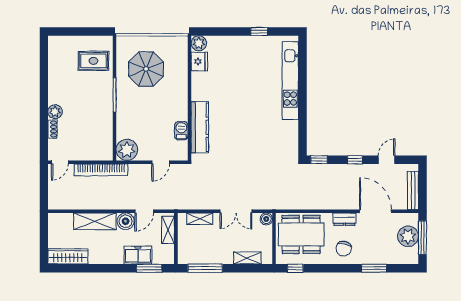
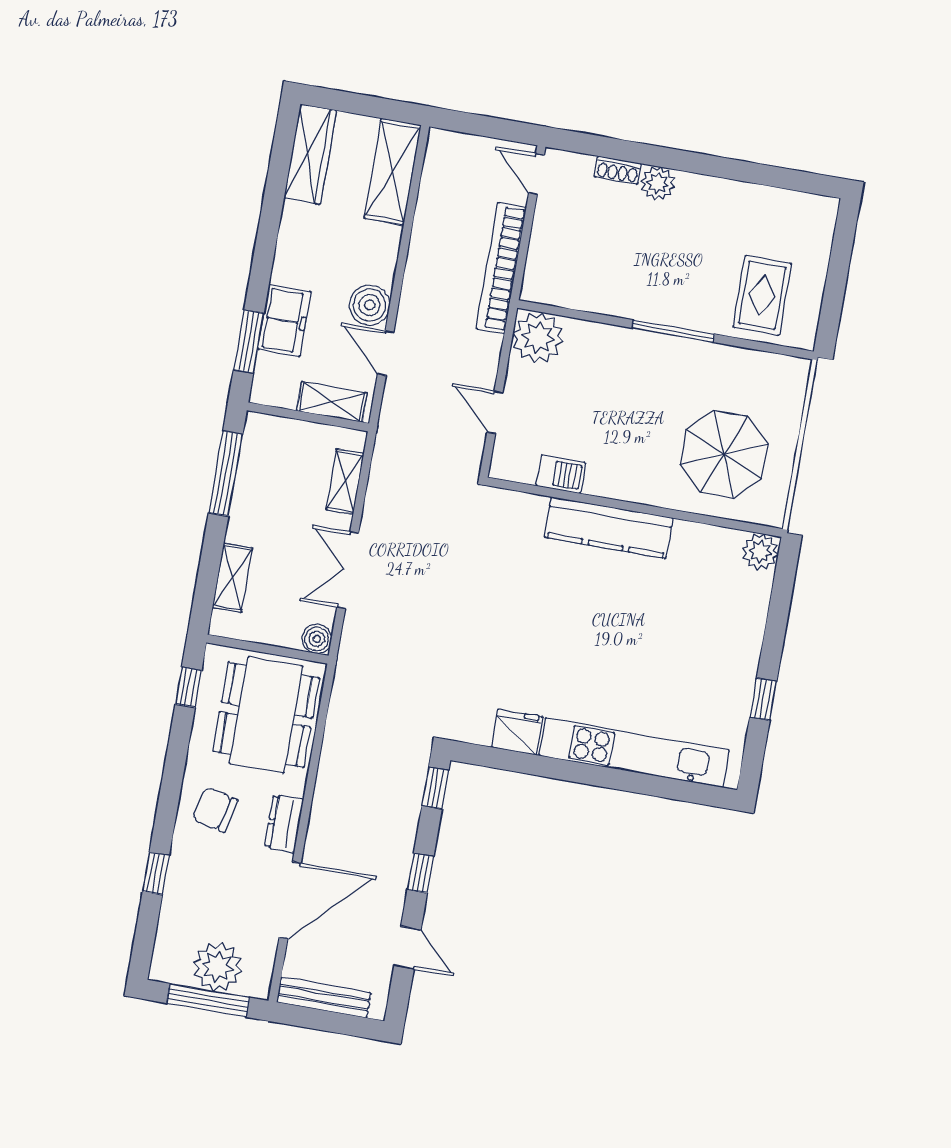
fridge: (199, 62) -> (517, 732), moved, turned 180
parasol: (146, 69) -> (724, 454), moved
kitchen counter: (200, 127) -> (609, 528), moved
shelving: (95, 221) -> (393, 172), moved
window: (374, 268) -> (156, 873), width x0.67

